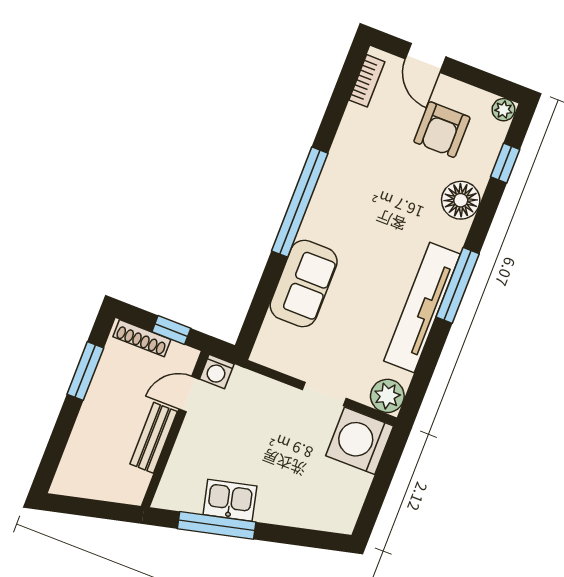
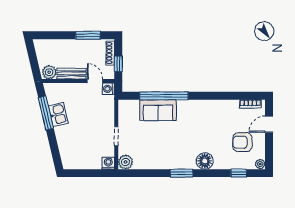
floor lamp: (461, 200) -> (205, 161), moved
window: (300, 202) -> (164, 96), moved
window: (458, 285) -> (182, 173), width x0.69
tv unit: (422, 307) -> (167, 162), removed
washing machine: (360, 441) -> (108, 163), width x0.53, depth x0.53
plant: (132, 485) -> (49, 72), added

